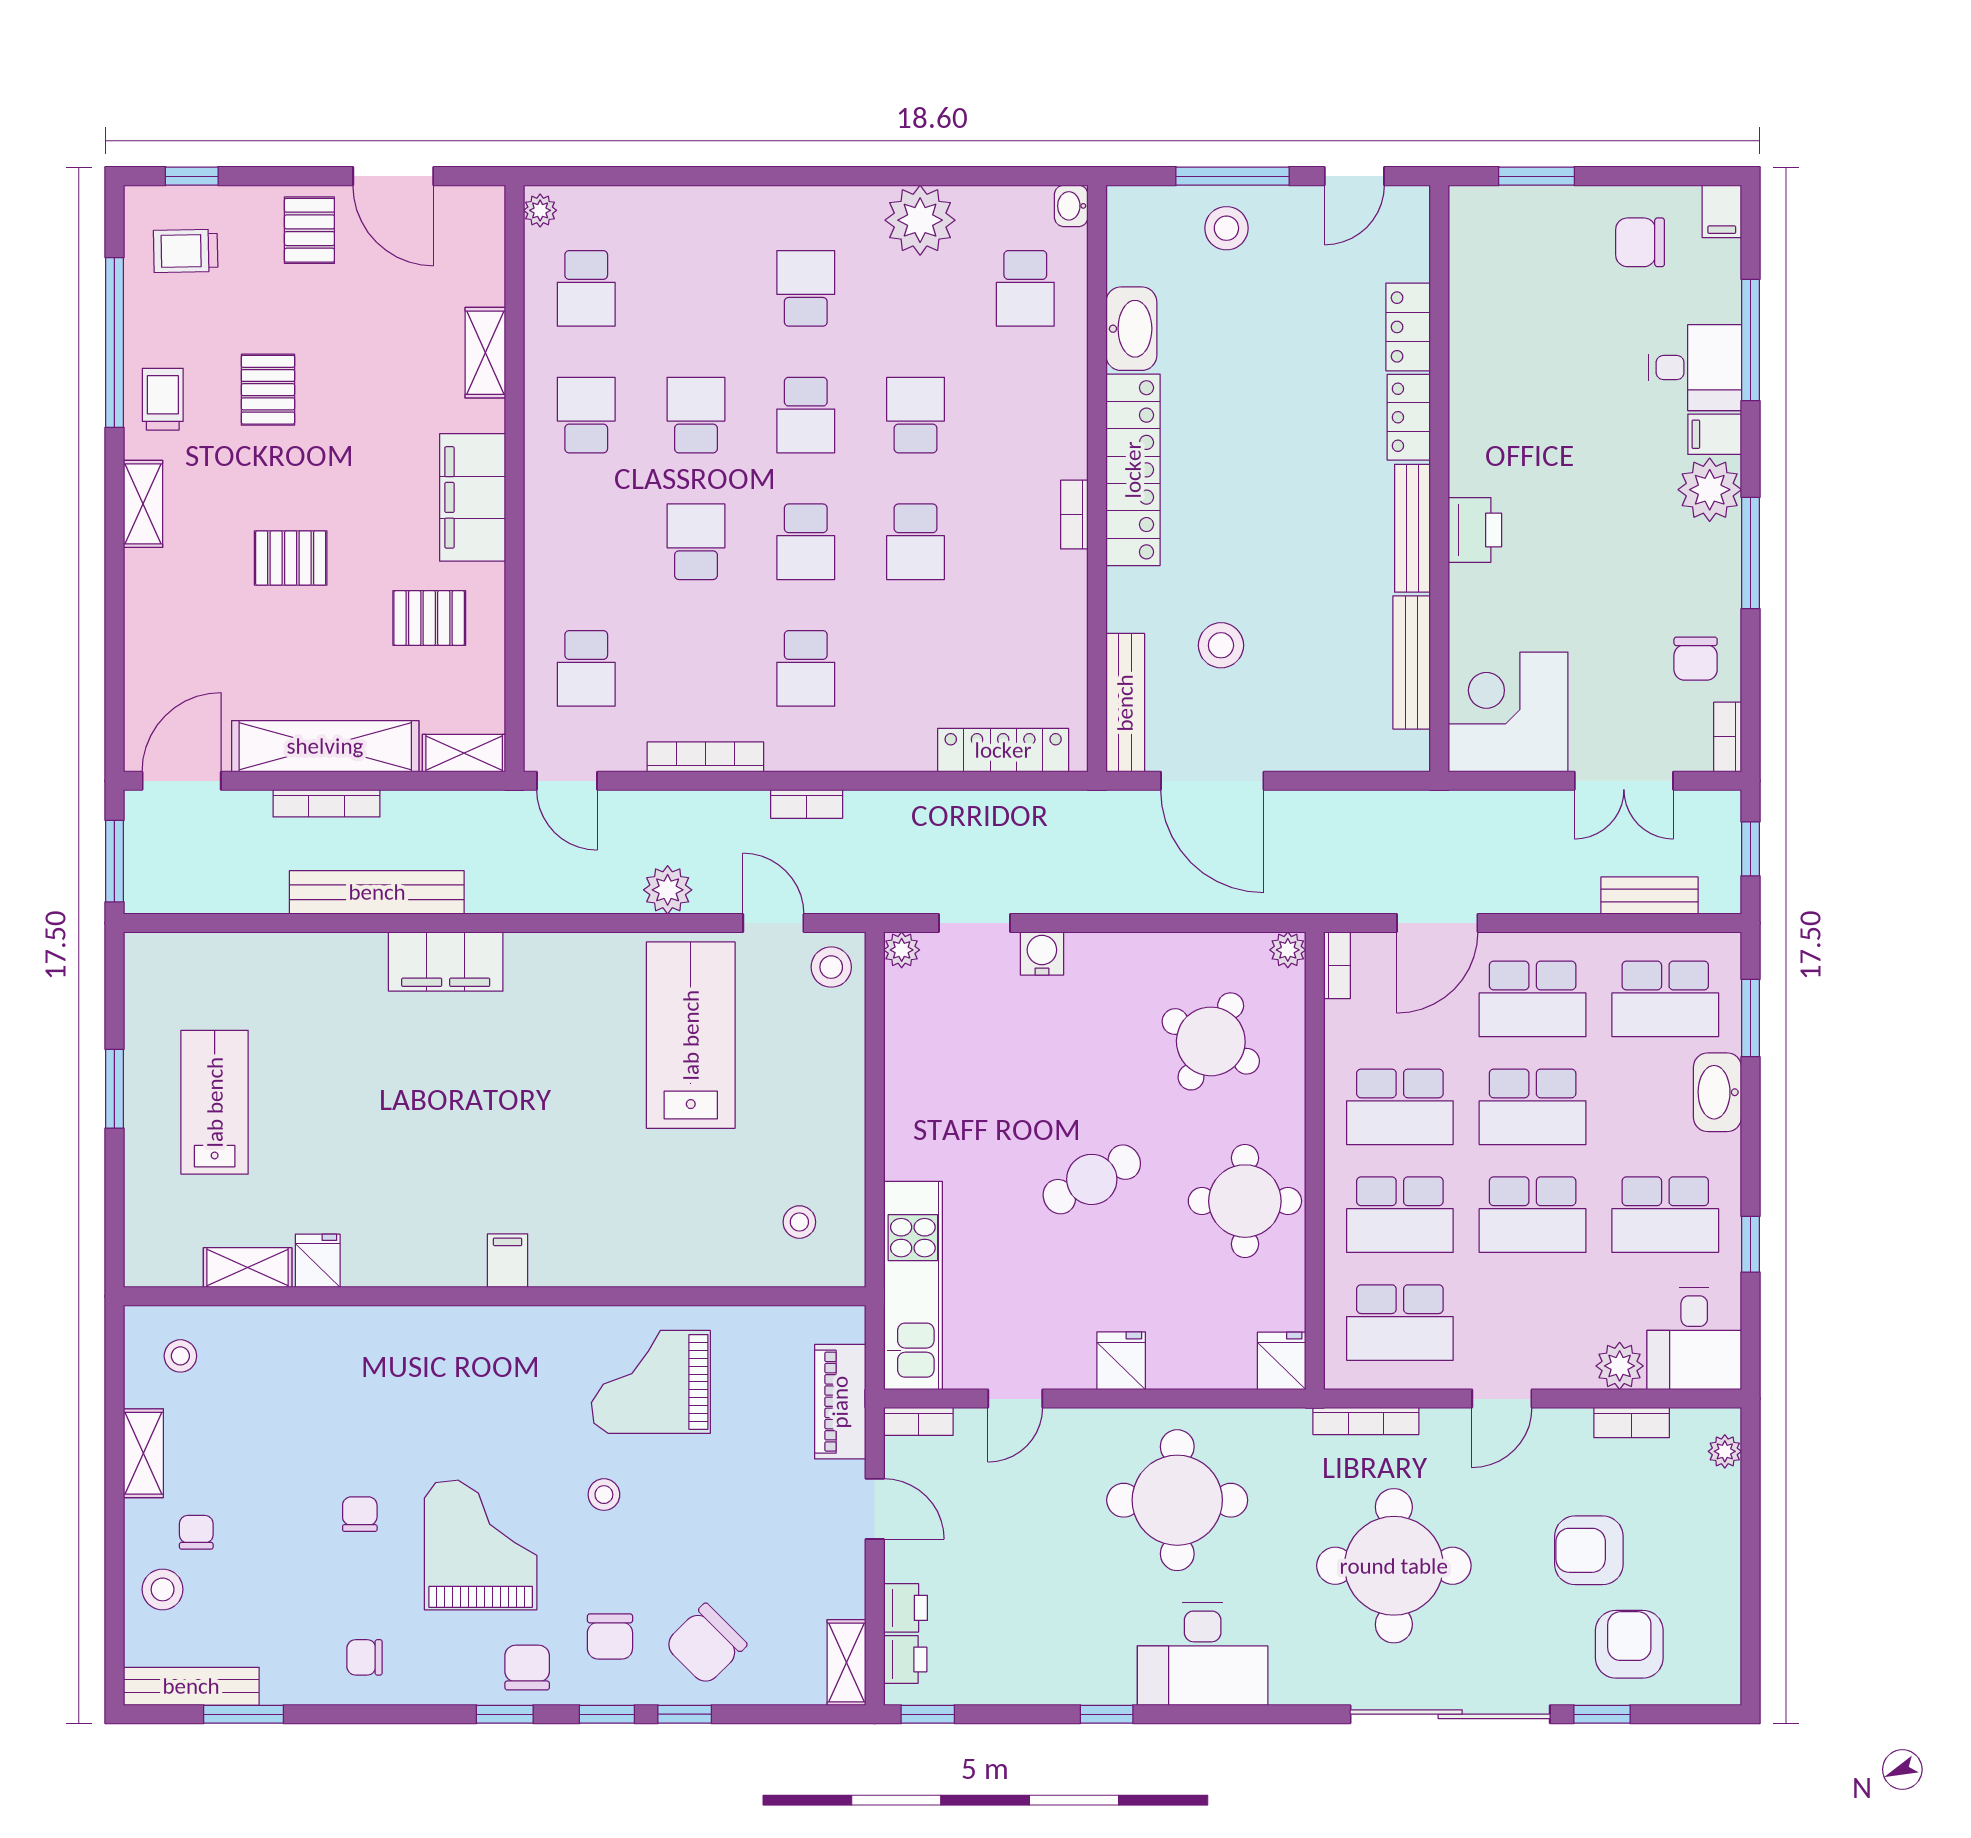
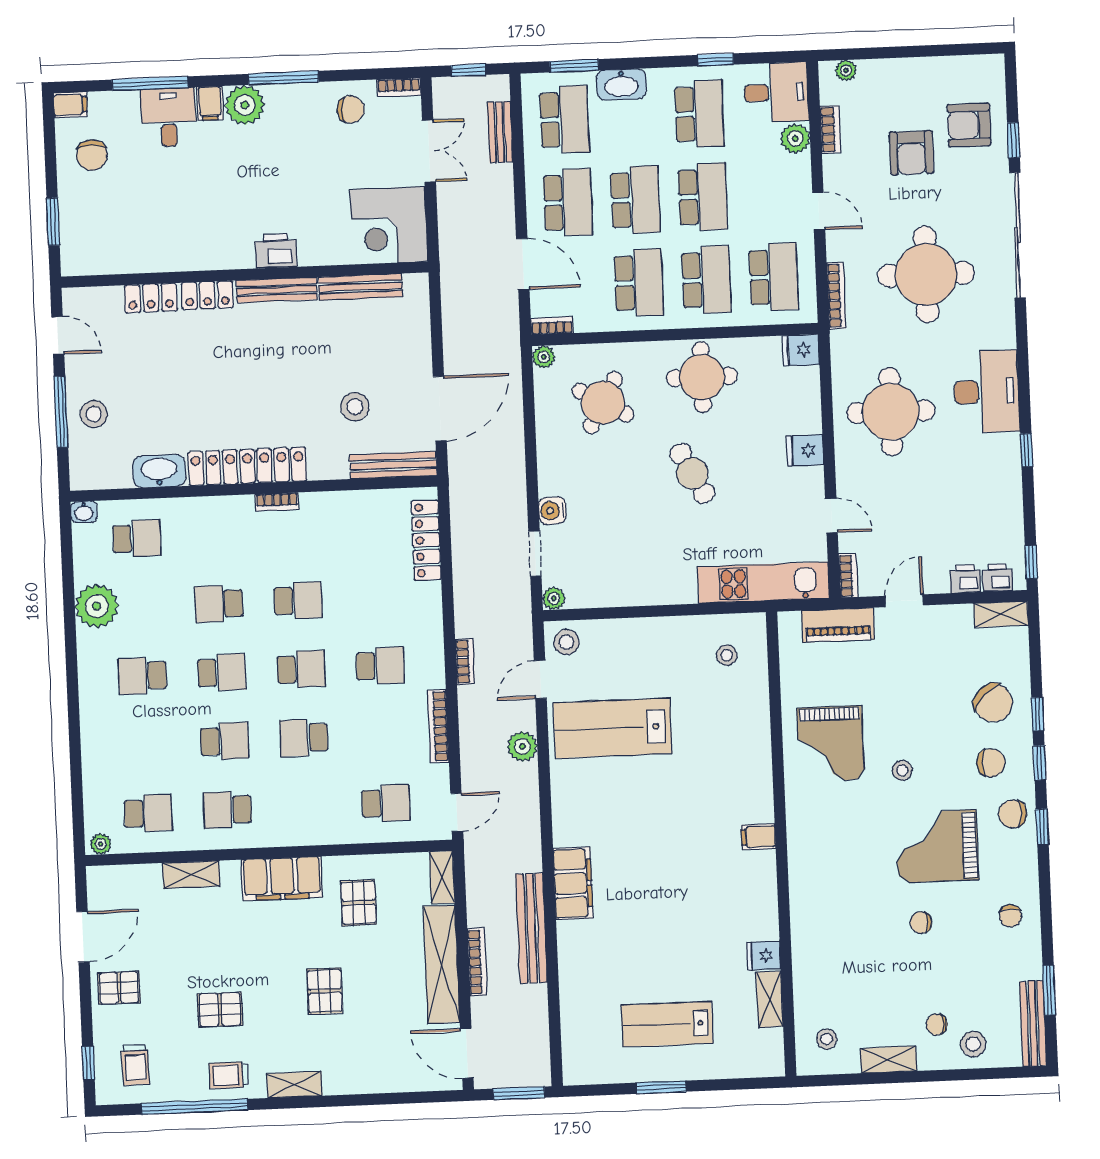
school desk: (696, 415) -> (225, 741), turned 180

